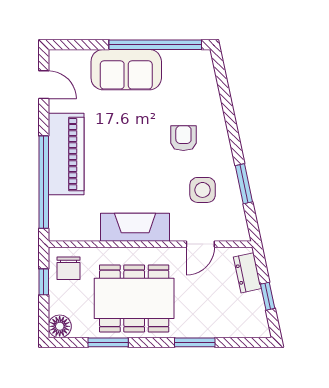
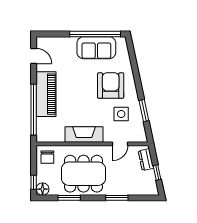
sofa: (126, 70) -> (96, 48), moved
armchair: (183, 138) -> (111, 85), width x1.88, depth x1.88
window: (44, 282) -> (34, 182), moved

